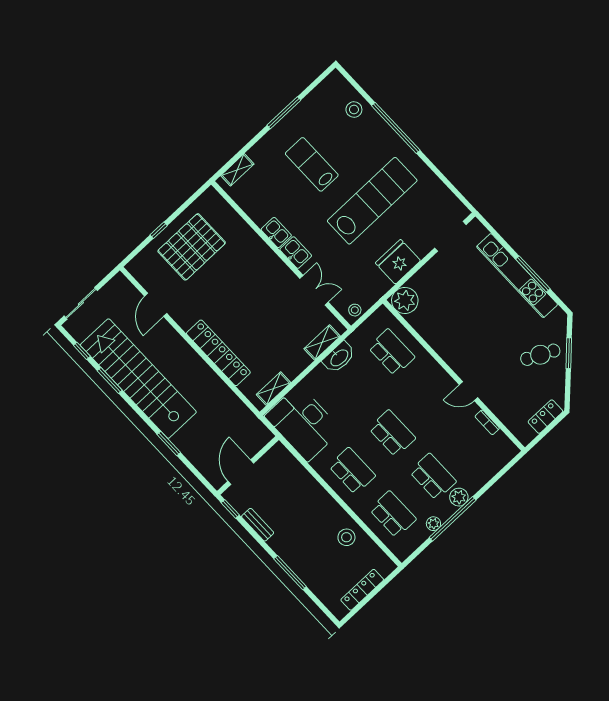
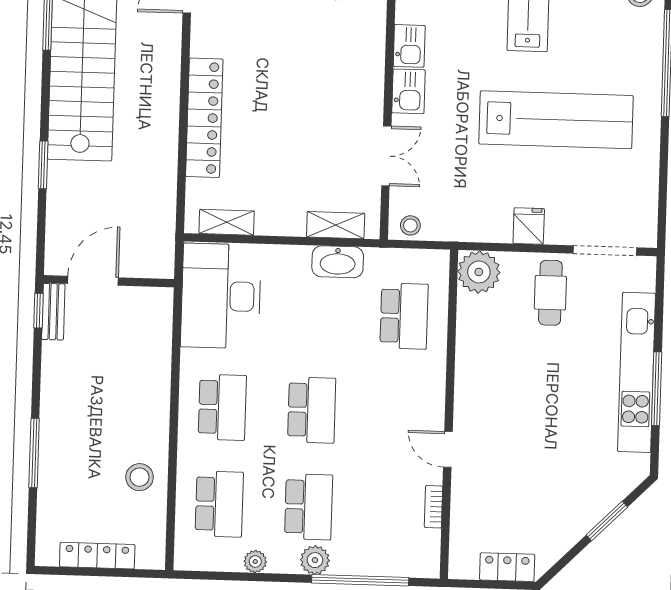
fridge: (398, 262) -> (529, 226), width x0.53, depth x0.75
cafe table: (540, 355) -> (550, 293), moved, turned 64
window: (453, 519) -> (360, 580), moved
bench: (258, 525) -> (53, 312), moved

